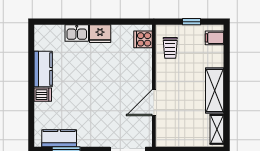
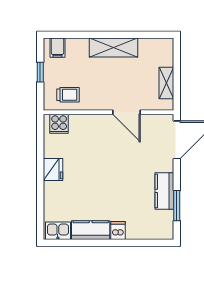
kitchen sink: (77, 33) -> (58, 231), moved, turned -90
shelving: (217, 129) -> (166, 83), moved, turned 90
kitchen counter: (59, 138) -> (164, 191), moved

